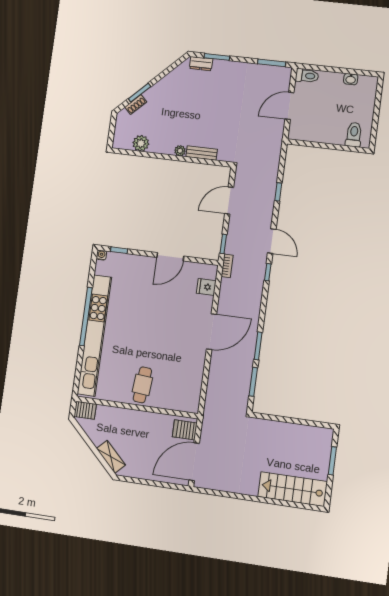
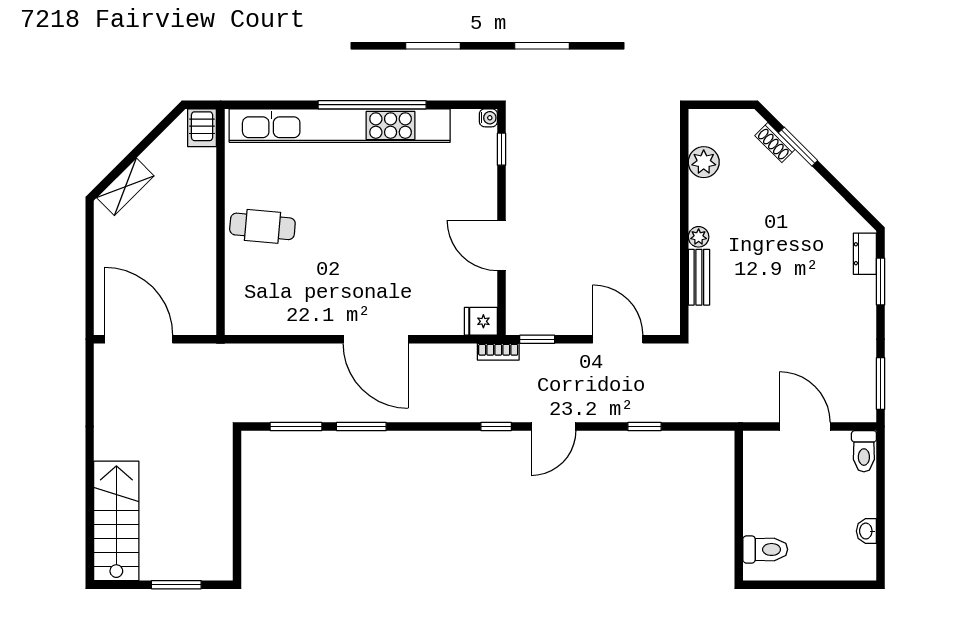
fridge: (206, 287) -> (481, 321), moved, turned -90
server rack: (185, 430) -> (193, 314), removed

